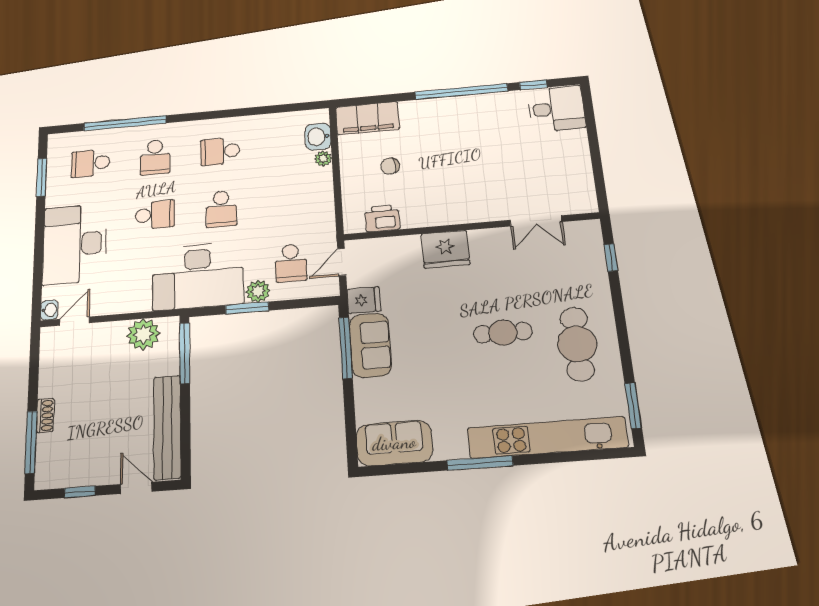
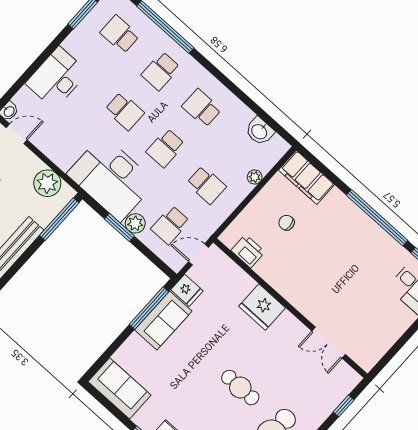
washbasin: (318, 137) -> (260, 131), moved, turned -90
school desk: (288, 203) -> (206, 185), added
desk: (75, 244) -> (57, 78), width x0.73, depth x0.77

